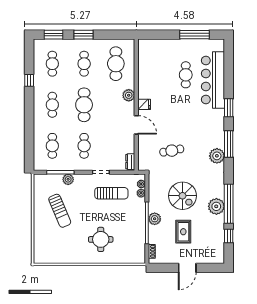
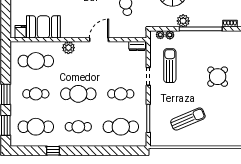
cafe table: (52, 64) -> (36, 127), width x1.37, depth x1.35
booth: (149, 71) -> (43, 27), added
fridge: (144, 104) -> (20, 32), moved
cafe table: (52, 146) -> (121, 127), width x1.37, depth x1.35
plant: (68, 179) -> (155, 110), removed
plant: (155, 219) -> (183, 21), moved
round table: (101, 239) -> (218, 77), turned 45

